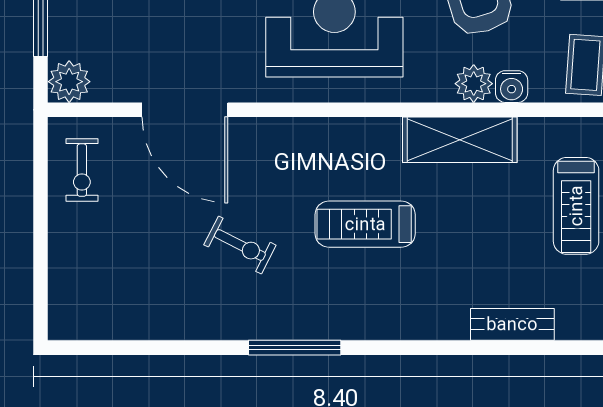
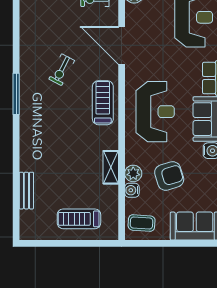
door: (185, 110) -> (122, 45), hinge flipped
shelving: (460, 140) -> (111, 167), width x0.67, depth x0.75
treadmill: (365, 224) -> (103, 103), moved

